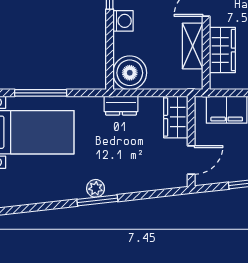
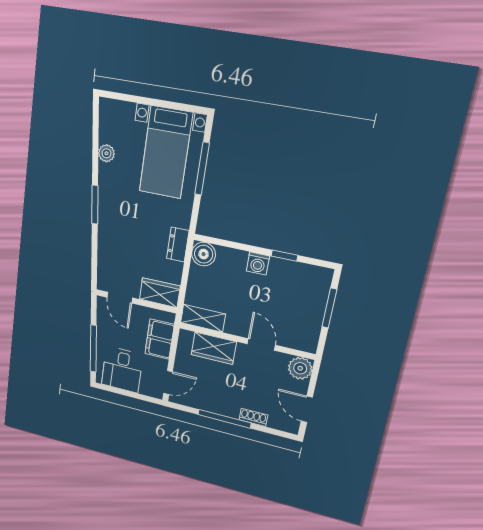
shelving: (193, 46) -> (203, 318), moved
boiler: (130, 73) -> (204, 254), width x0.73, depth x0.73
plant: (96, 188) -> (106, 153), moved

